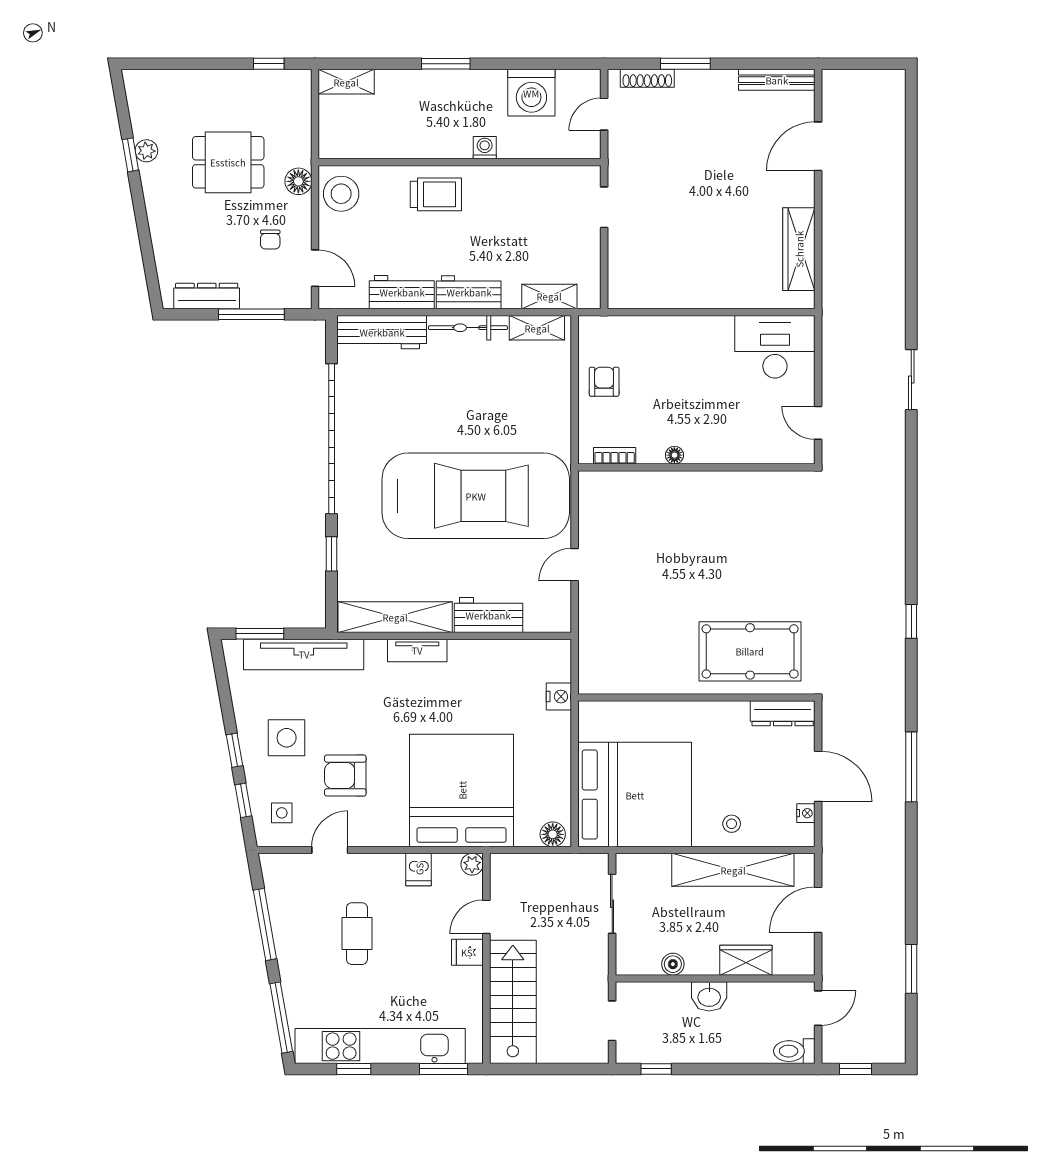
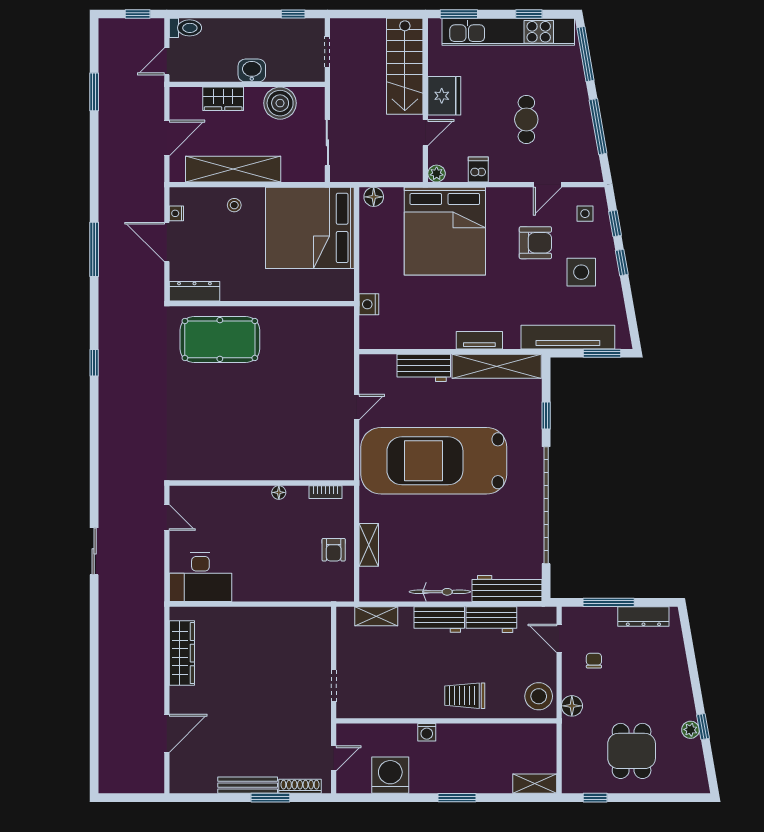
bench: (777, 80) -> (248, 785), moved
dining table: (228, 162) -> (632, 751), moved, turned 90
shelving: (537, 328) -> (369, 545), moved, turned 90
fridge: (467, 952) -> (444, 96), width x1.88, depth x1.34
boiler: (673, 964) -> (280, 103), width x1.86, depth x1.86

